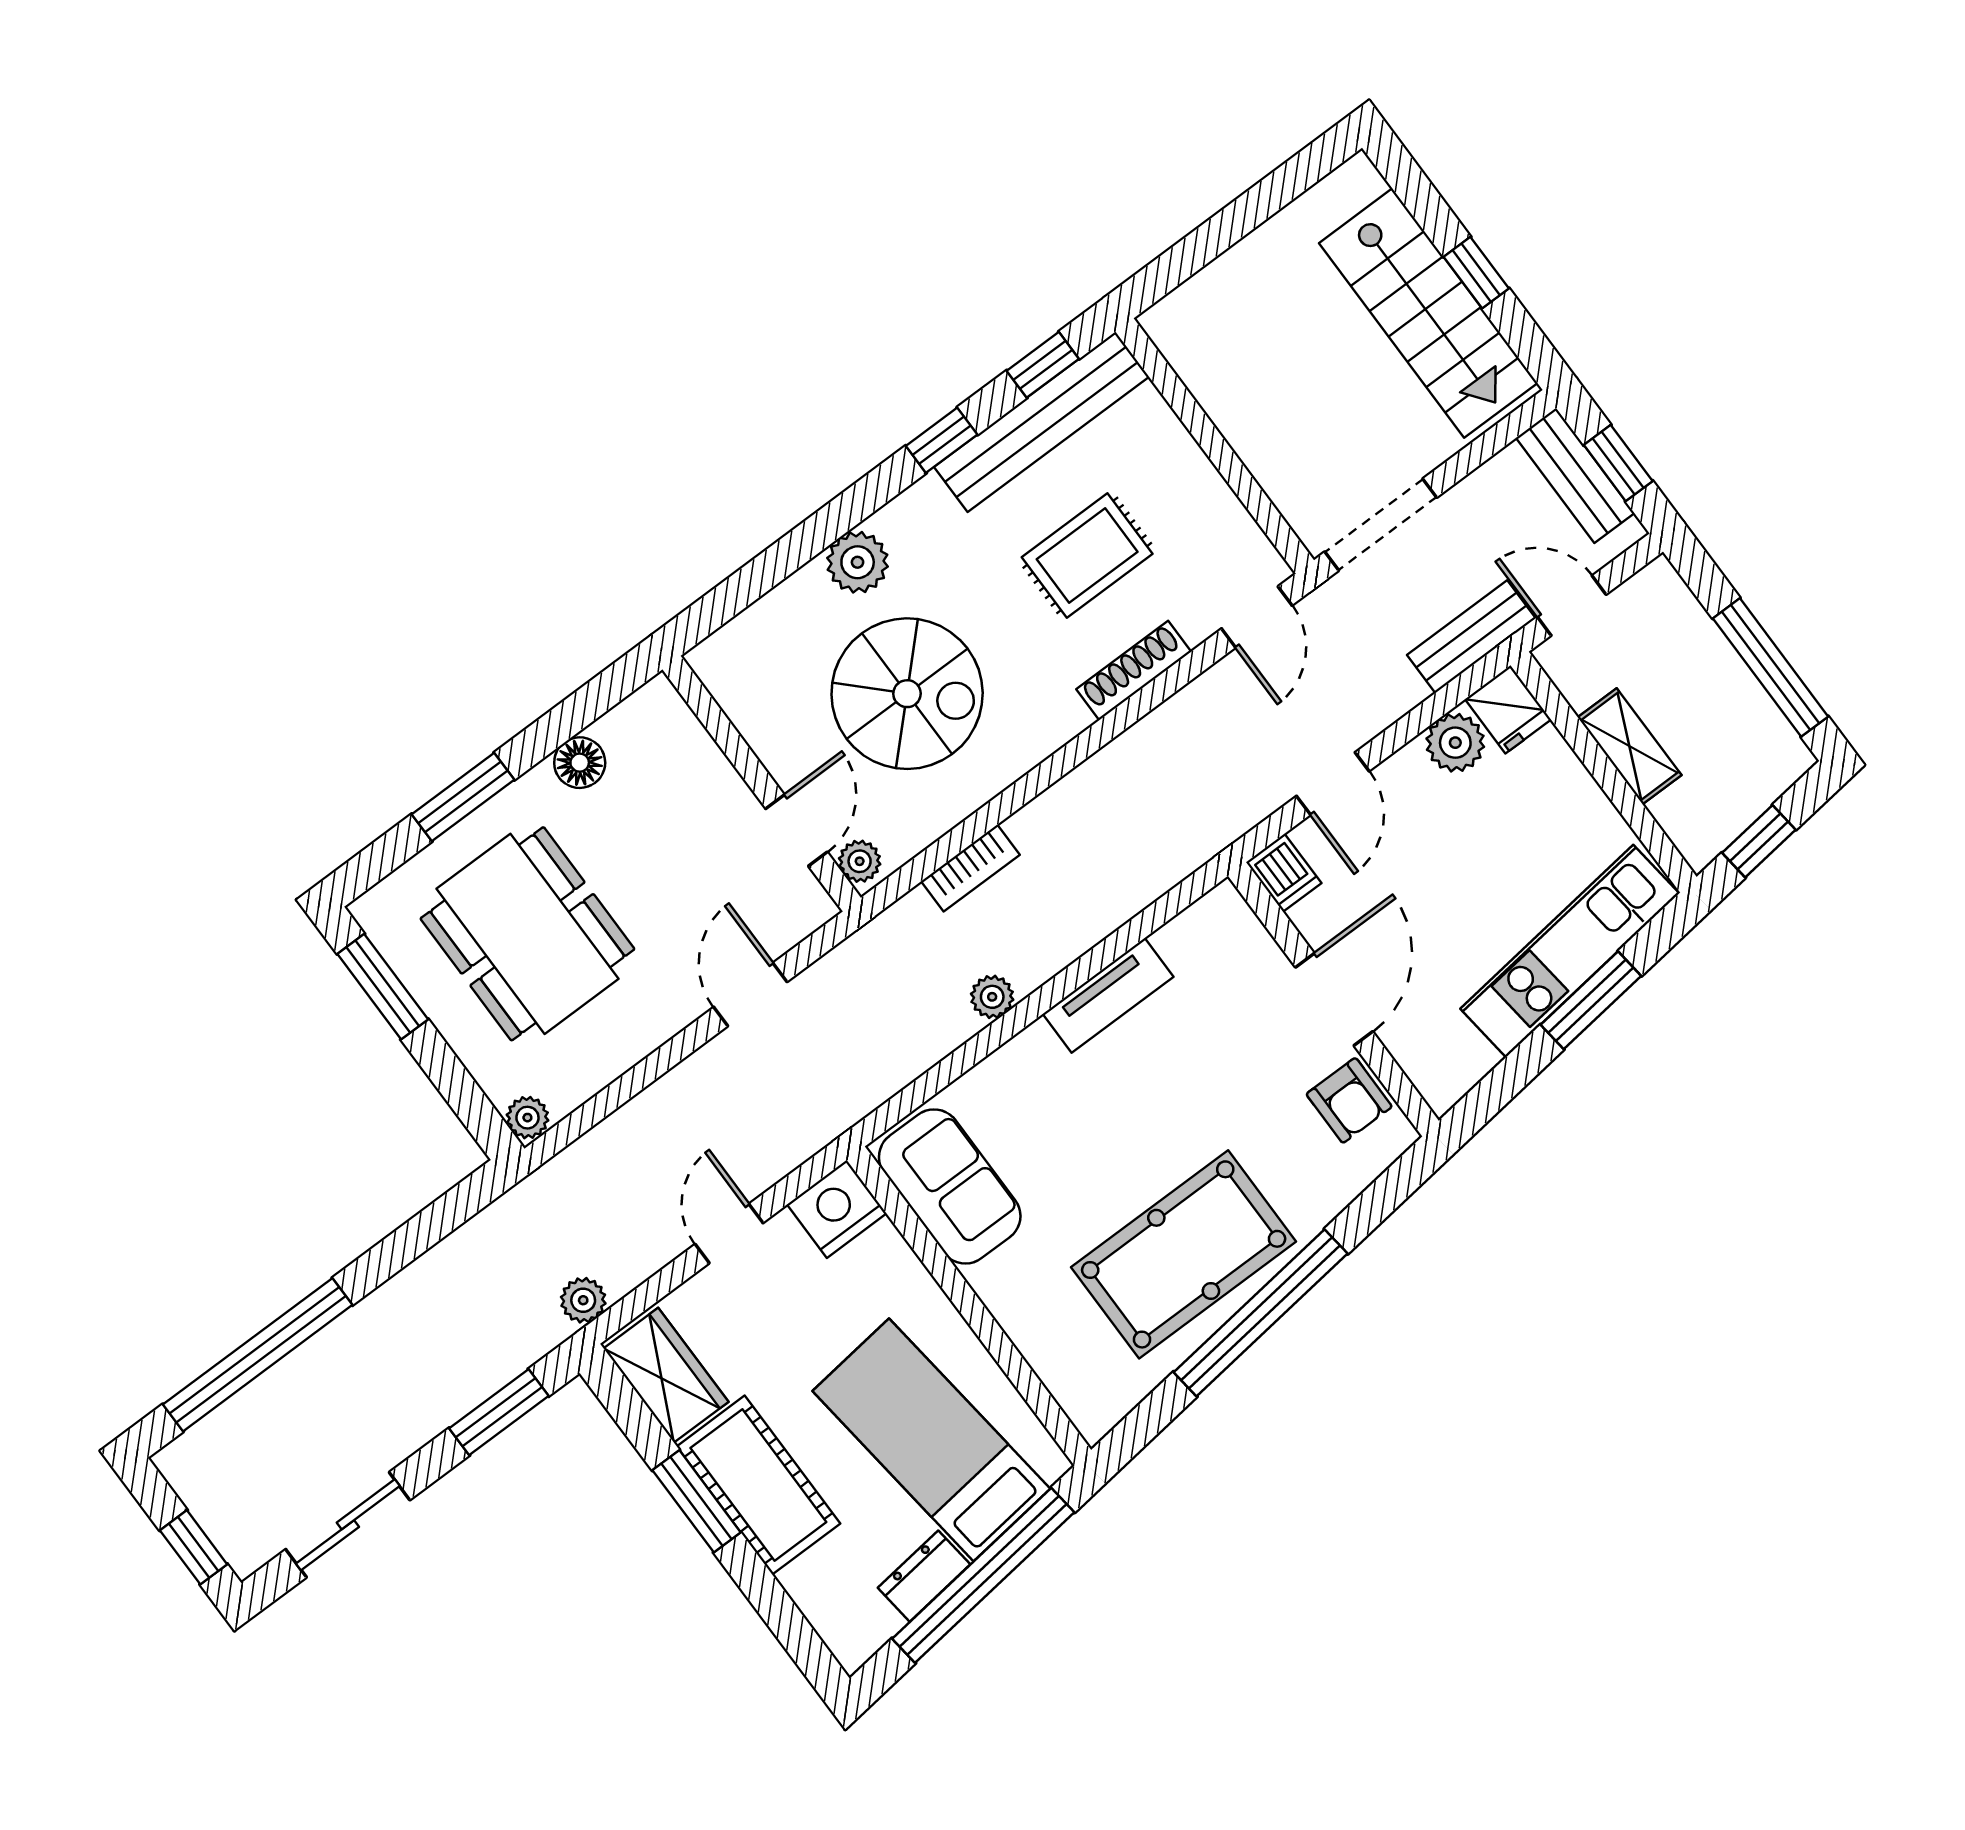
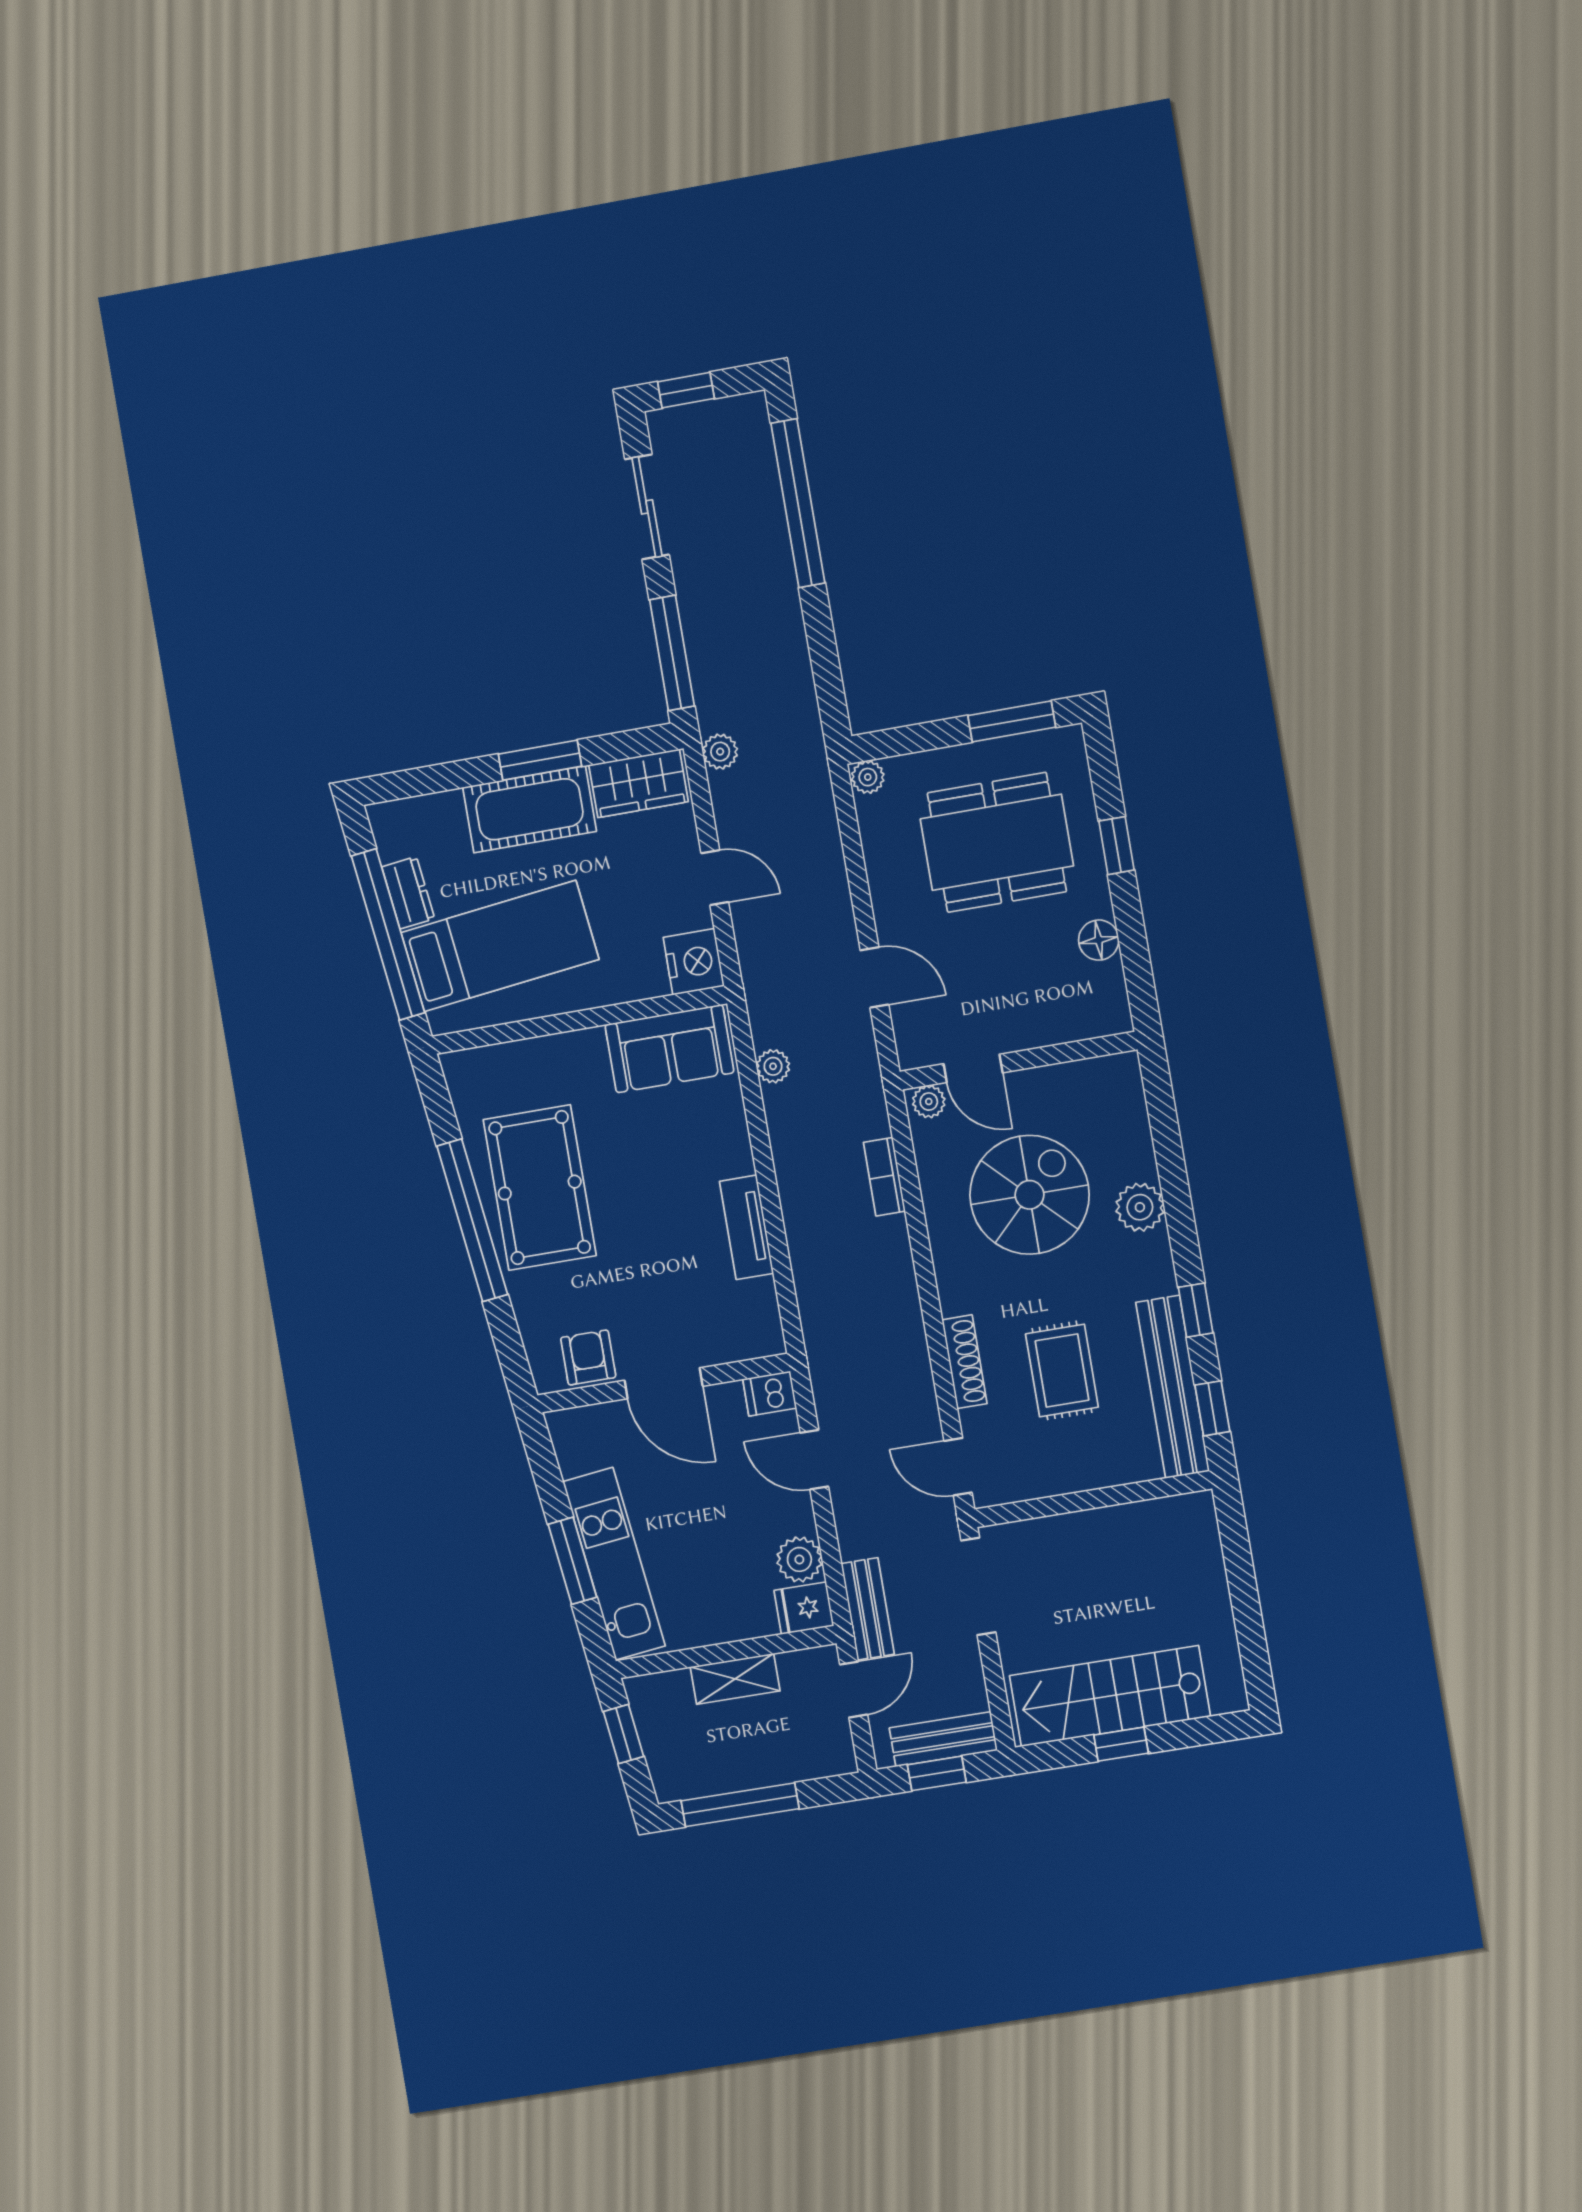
spiral stairs: (907, 694) -> (1029, 1195), turned 180
window: (463, 797) -> (1117, 846), width x0.67
plant: (992, 997) -> (773, 1066), moved
armchair: (1349, 1100) -> (588, 1357), turned 90
window: (499, 1412) -> (672, 653), width x1.44

